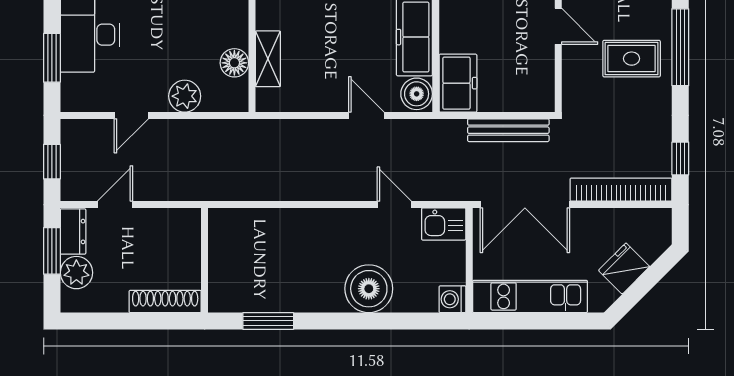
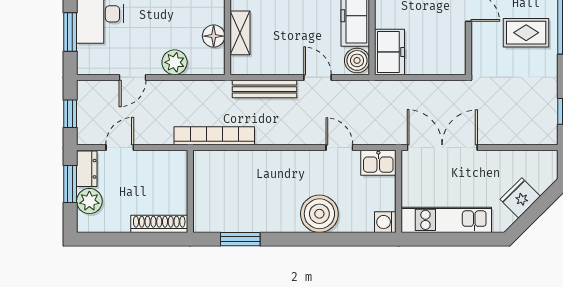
bench: (508, 130) -> (264, 89), moved
bookcase: (621, 190) -> (214, 136), moved
double door: (525, 205) -> (442, 148), swing flipped

